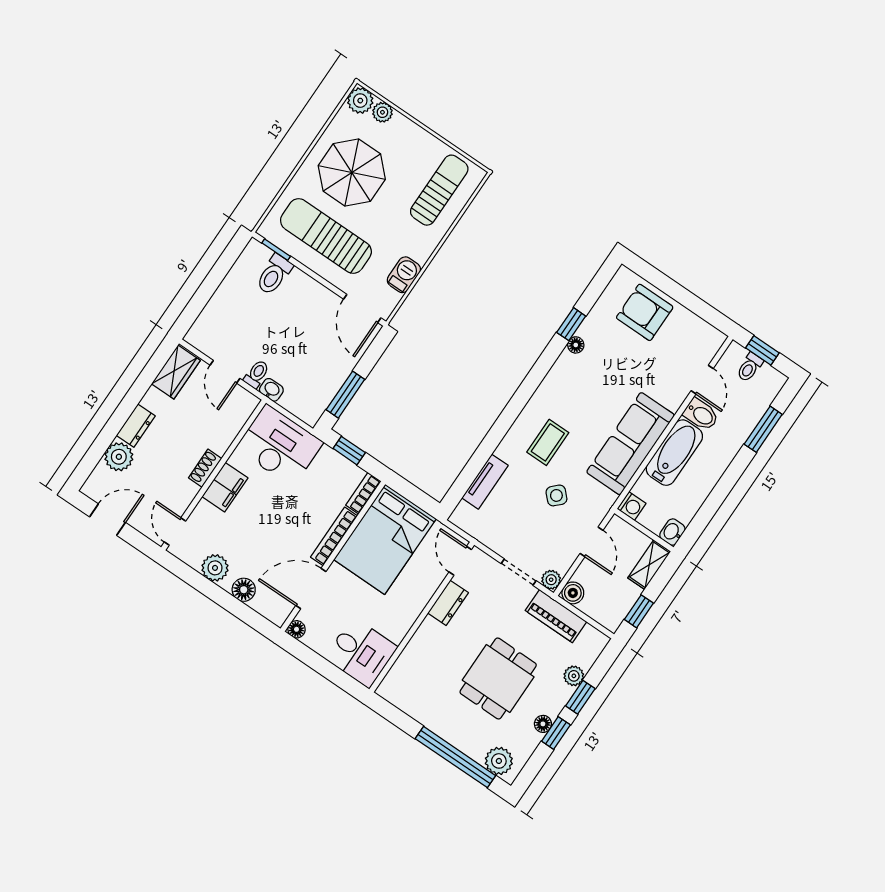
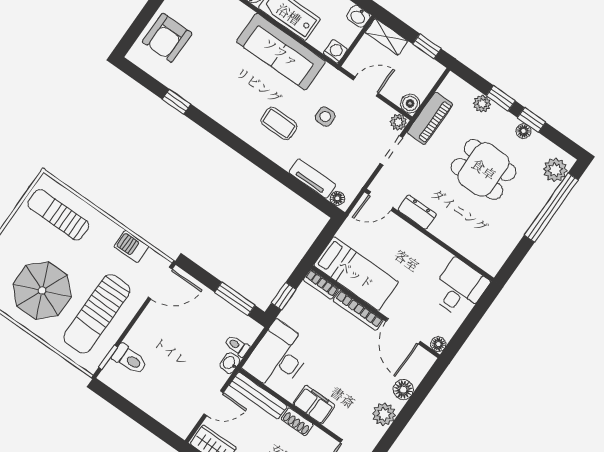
floor lamp: (576, 345) -> (337, 198), moved
toilet: (257, 374) -> (237, 346), moved
bench: (234, 423) -> (258, 396), added
side table: (556, 495) -> (325, 117), turned 45
bed: (385, 539) -> (356, 274), width x0.67

